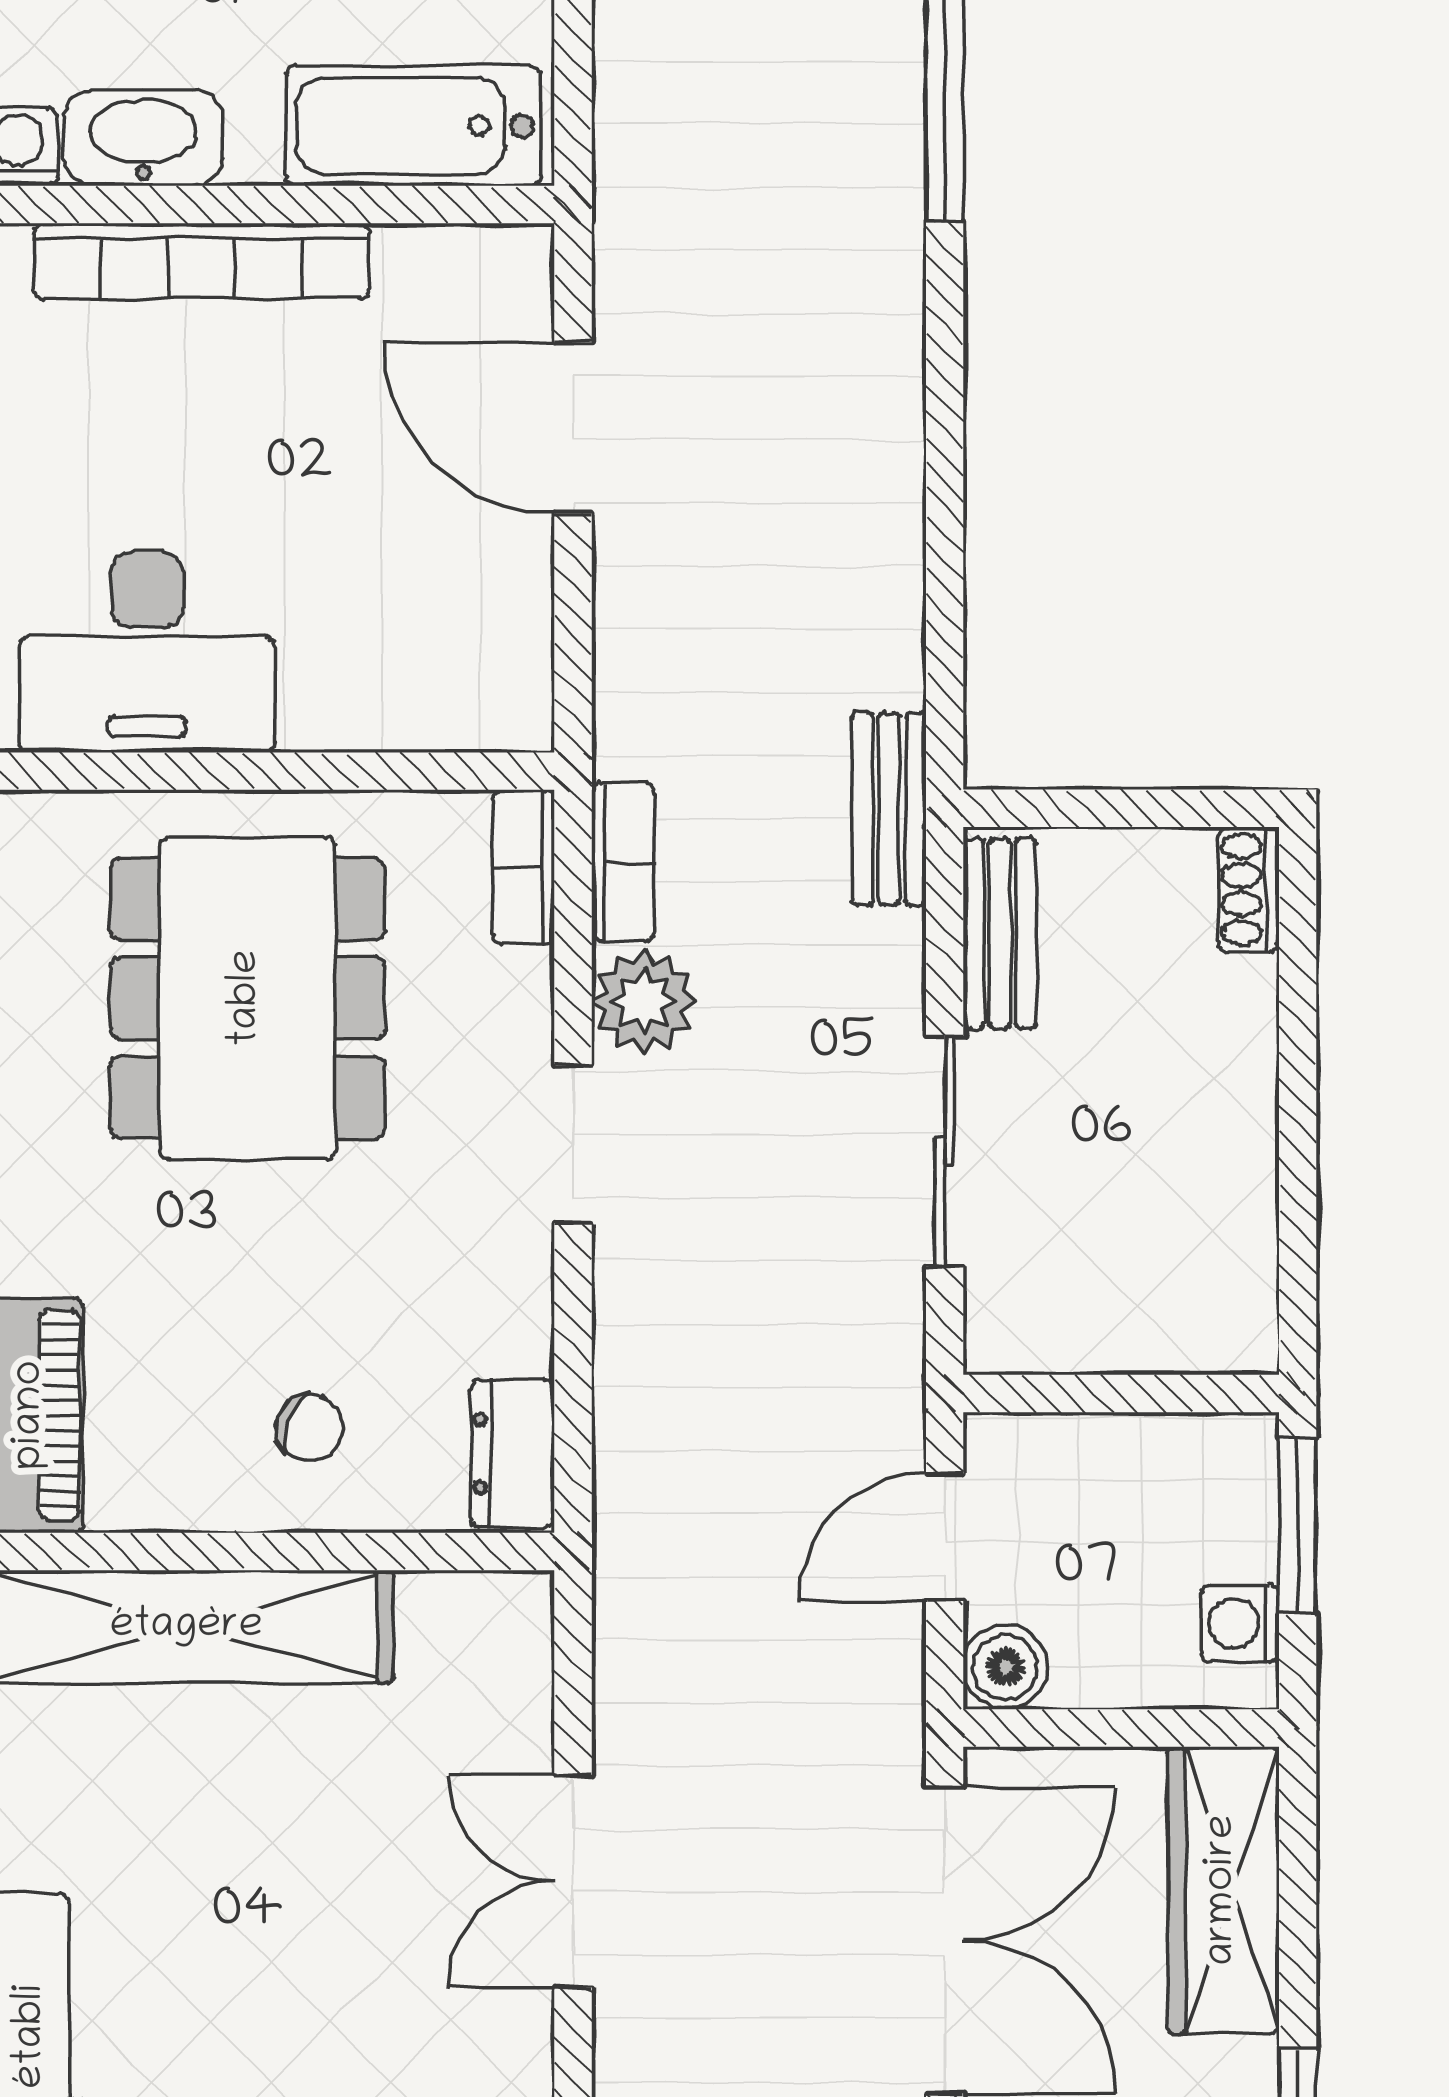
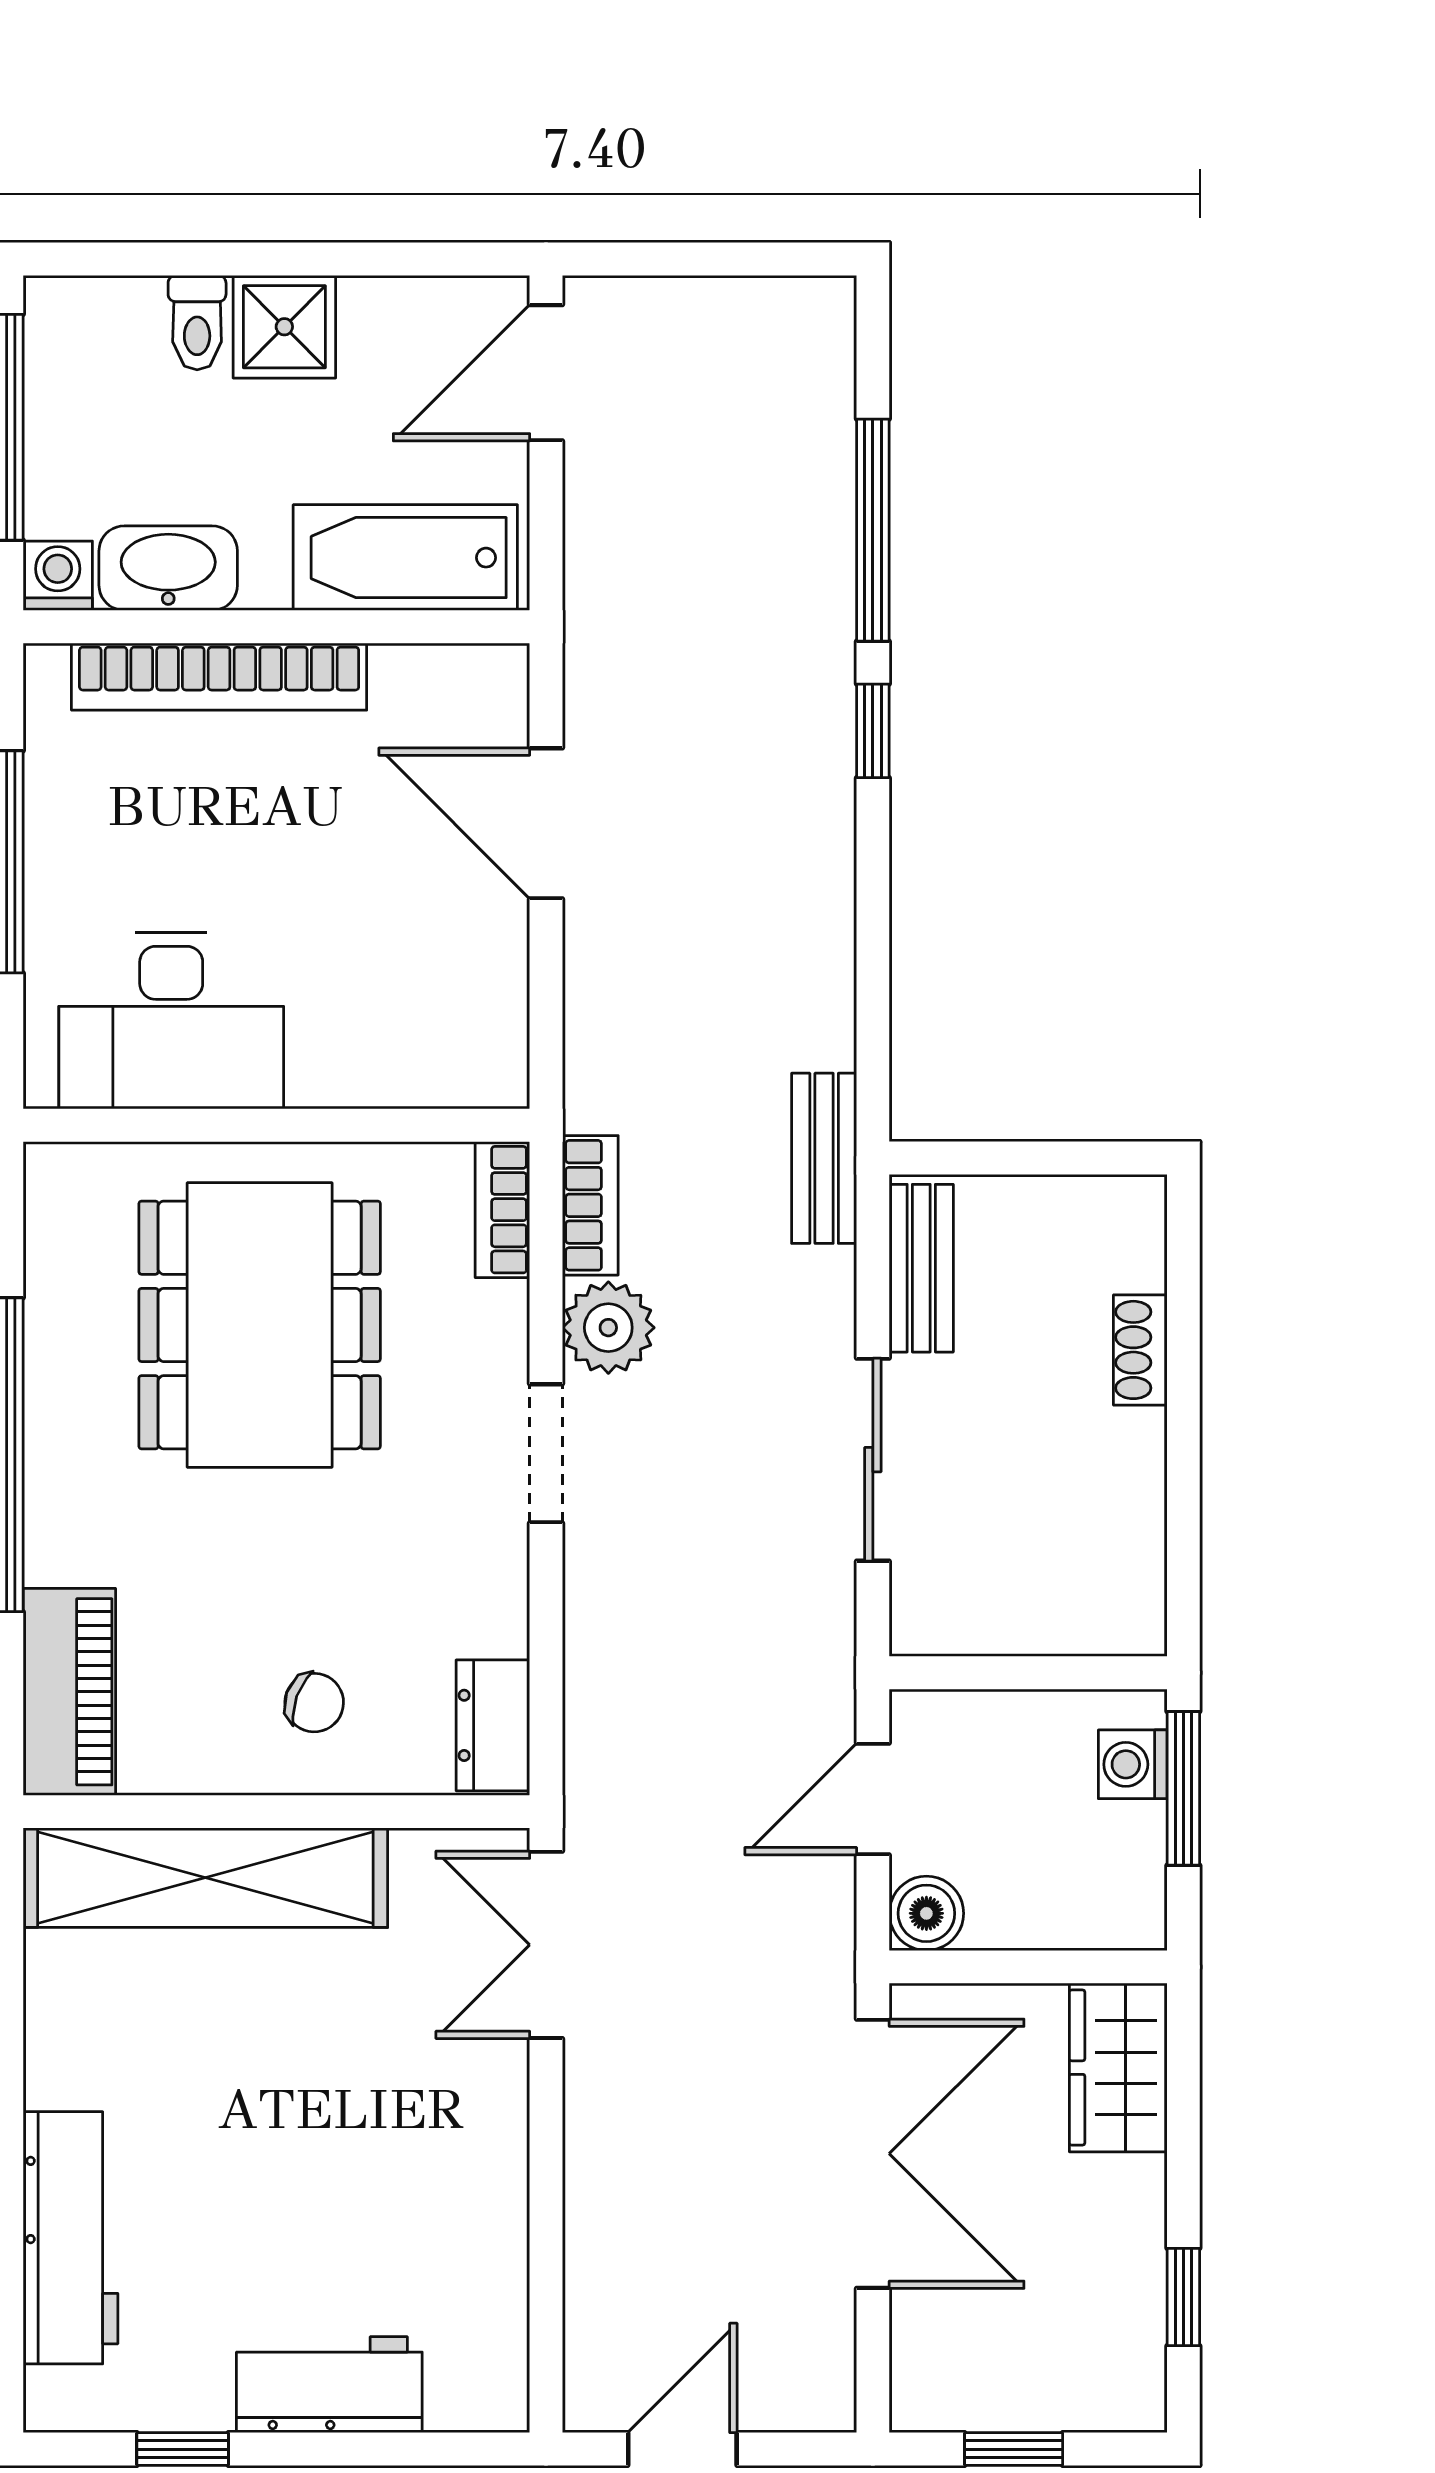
window: (945, 323) -> (873, 731), added
shoe rack: (1249, 890) -> (1140, 1350), moved
washing machine: (1240, 1624) -> (1133, 1764), moved
double door: (573, 1881) -> (546, 1945), moved
wardrobe: (1223, 1890) -> (1118, 2068), width x0.67

